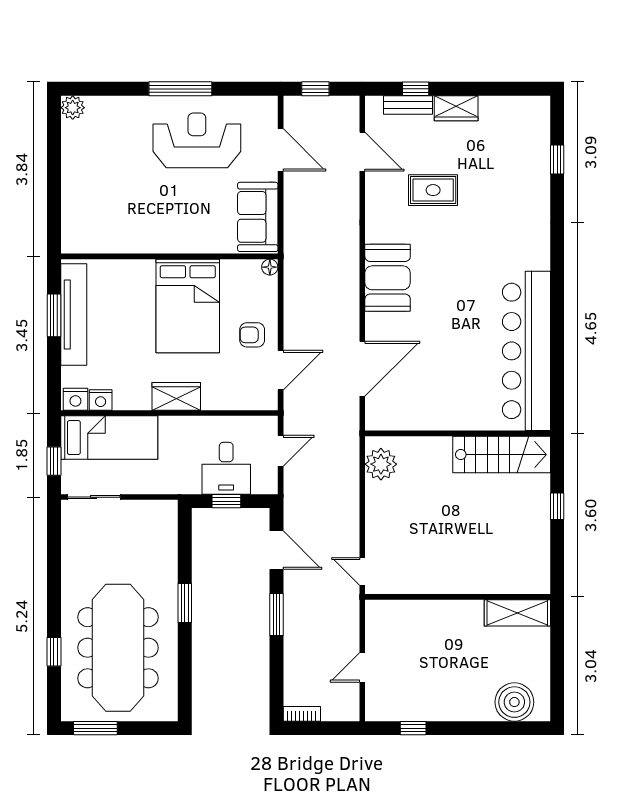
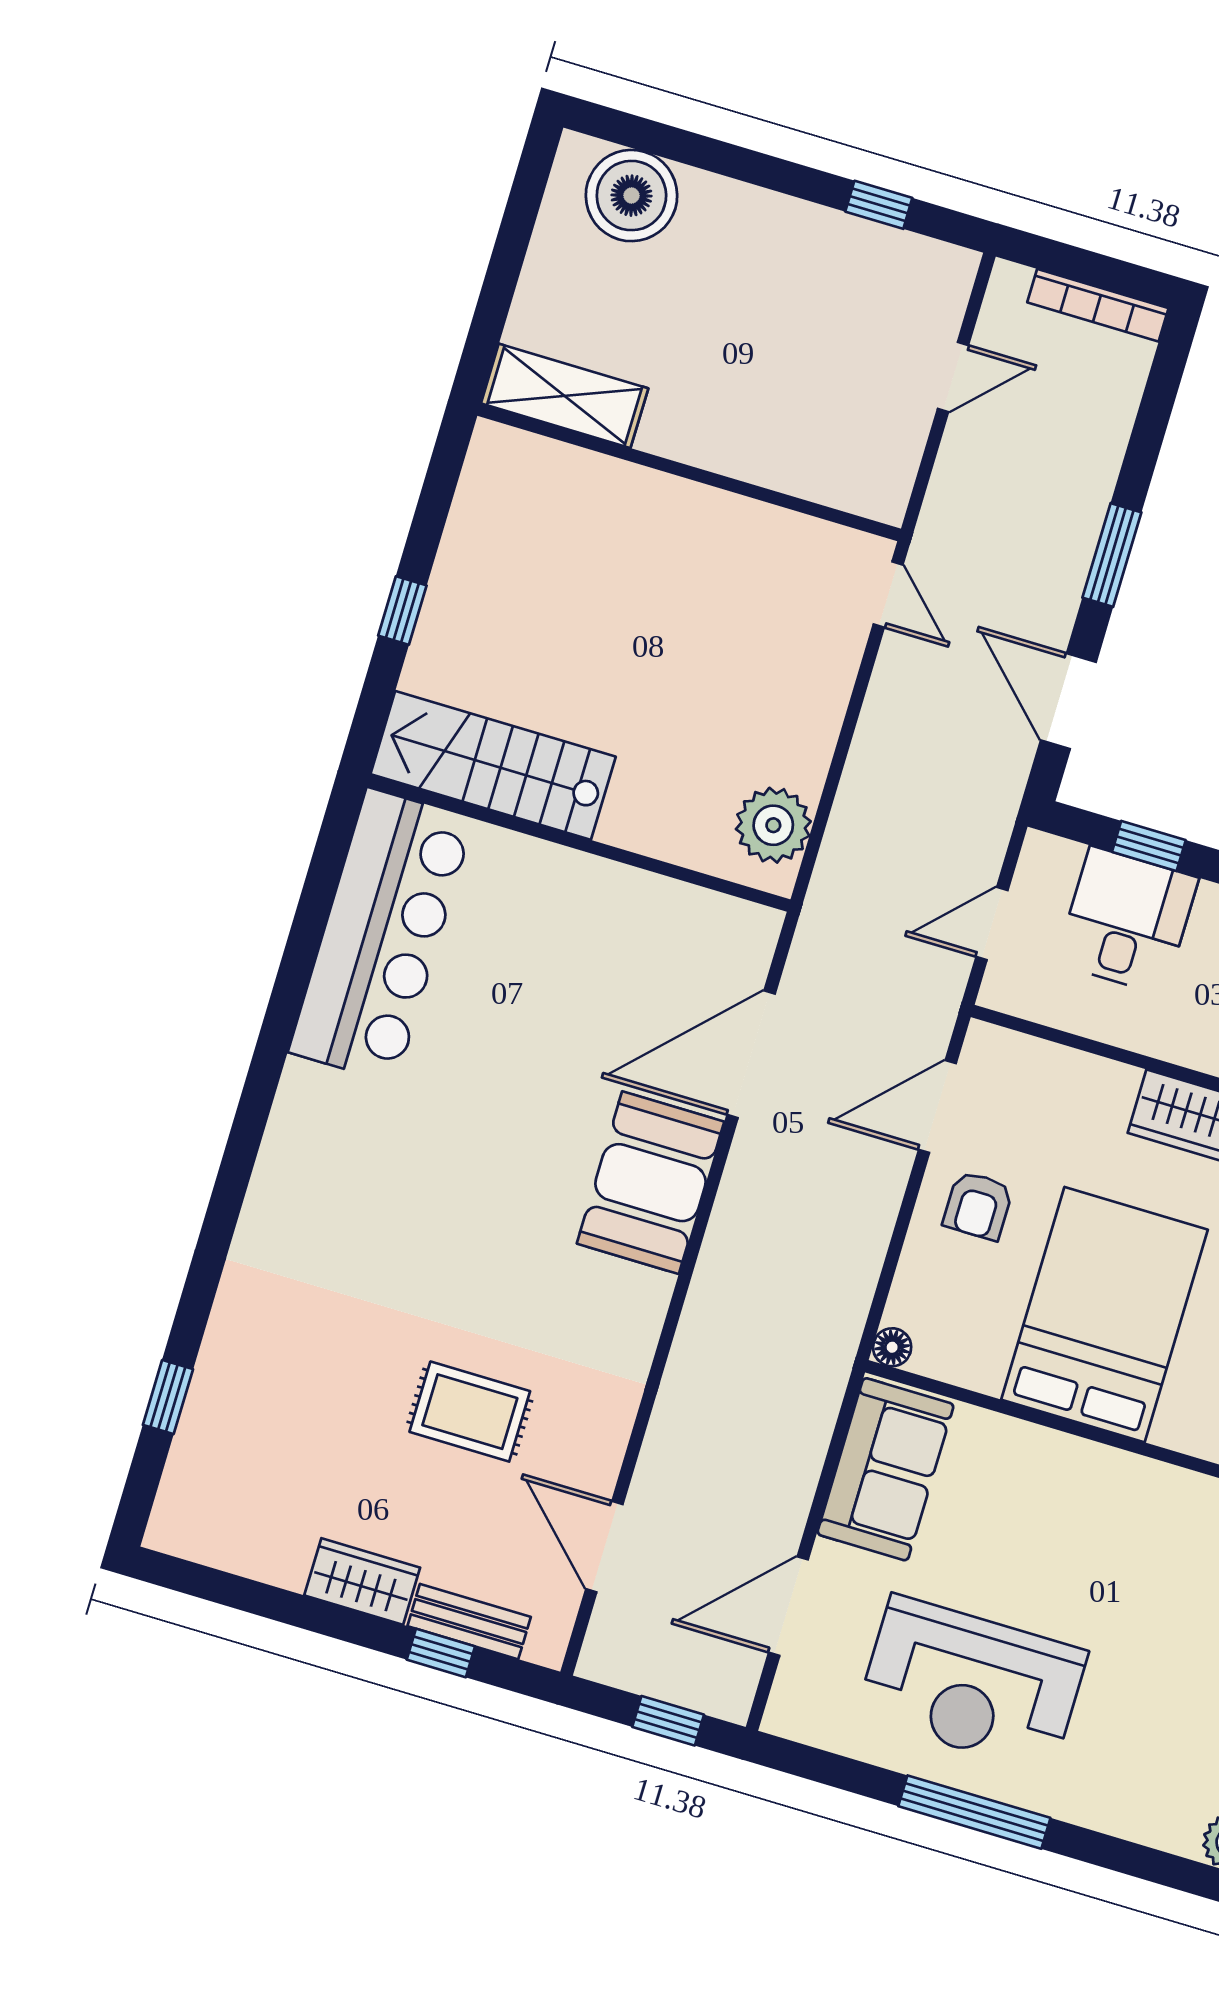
door: (281, 150) -> (788, 1606), hinge flipped
booth: (388, 278) -> (650, 1183), moved
armchair: (252, 335) -> (978, 1206), turned 90
bar counter: (526, 351) -> (381, 935), width x0.73
bookcase: (302, 714) -> (1098, 305), width x1.56

